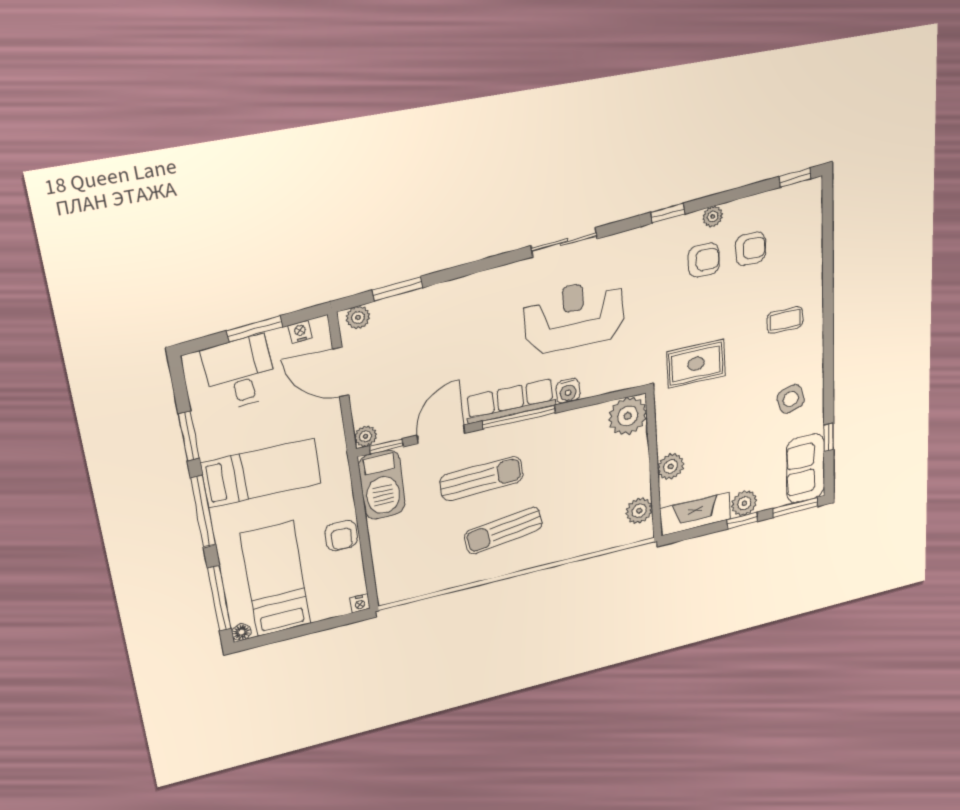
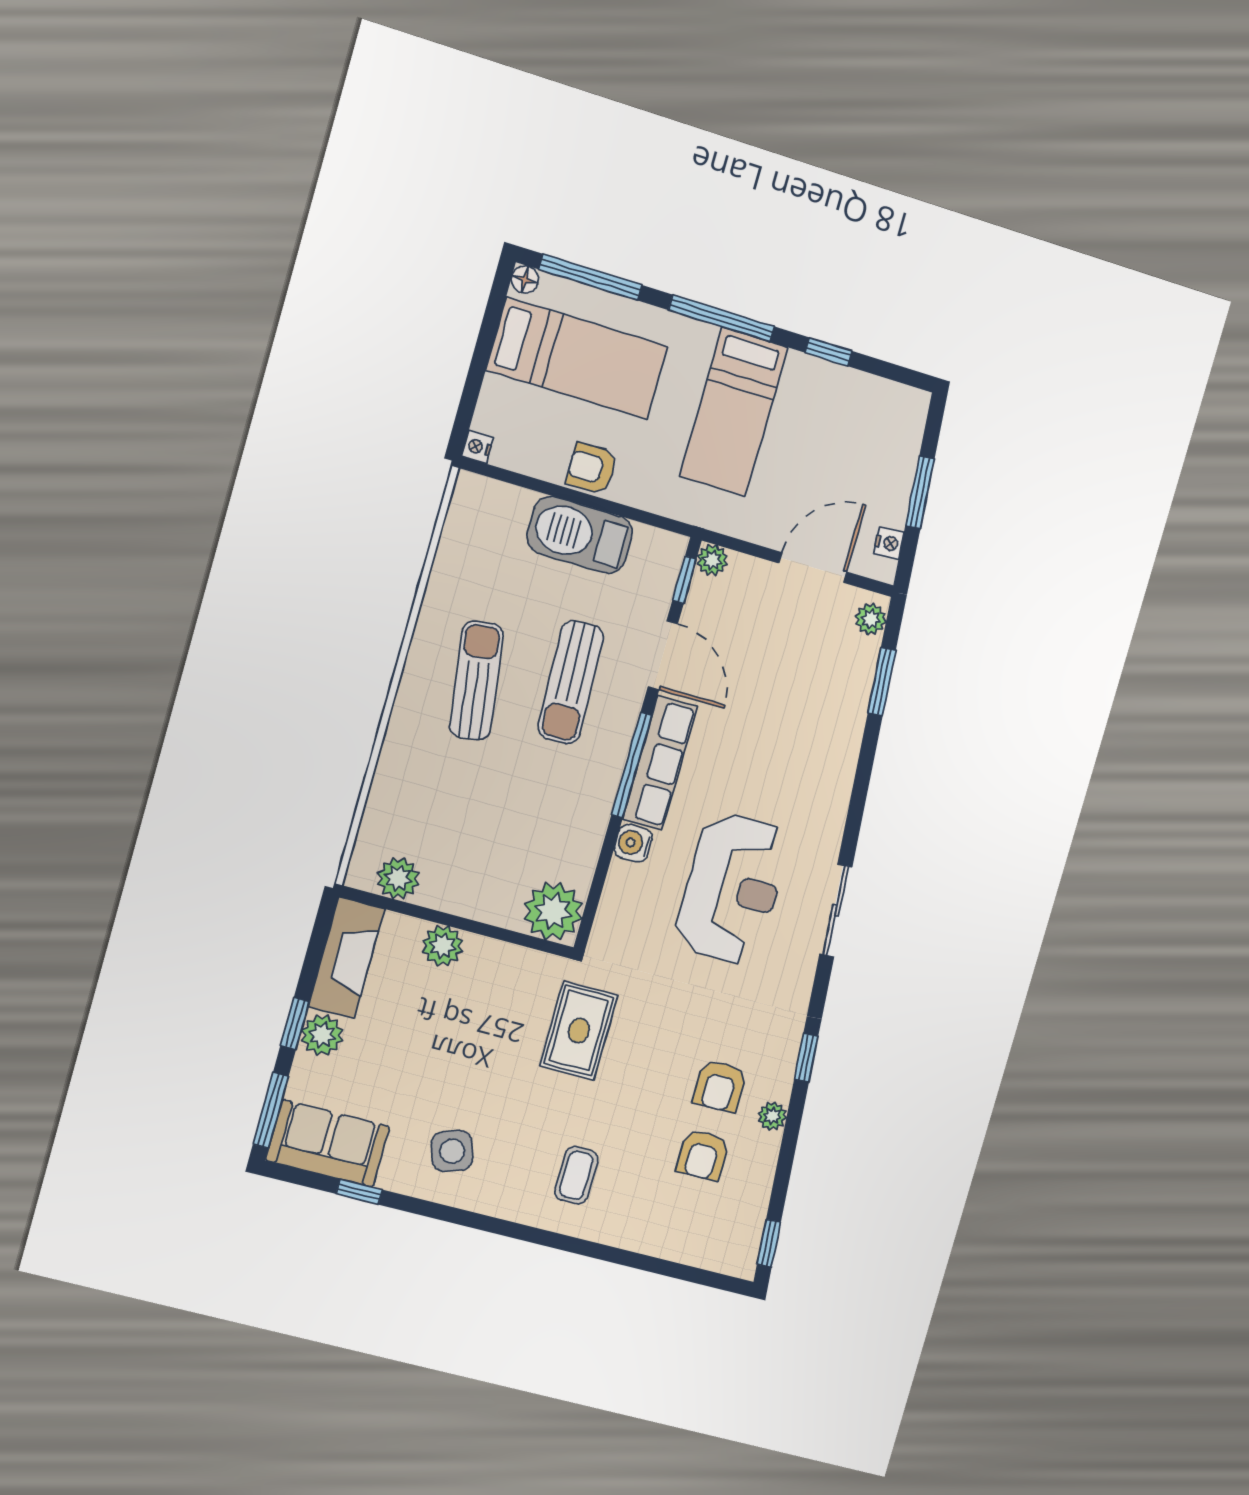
desk: (240, 373) -> (875, 450), removed
window: (189, 436) -> (828, 352), width x0.67
barbecue: (382, 485) -> (580, 535), moved

